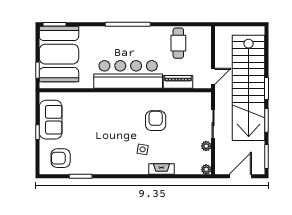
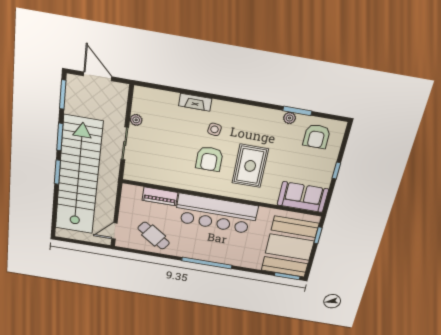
cafe table: (178, 43) -> (154, 236), turned -55
door: (213, 76) -> (114, 231), moved
sofa: (51, 120) -> (303, 197), moved, turned 90
armchair: (156, 121) -> (209, 159), moved
rug: (108, 123) -> (250, 166), added
armchair: (61, 158) -> (317, 136), turned 90
plant: (206, 169) -> (290, 118), moved
door: (240, 176) -> (98, 76), swing flipped

